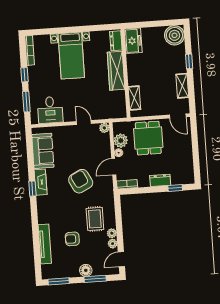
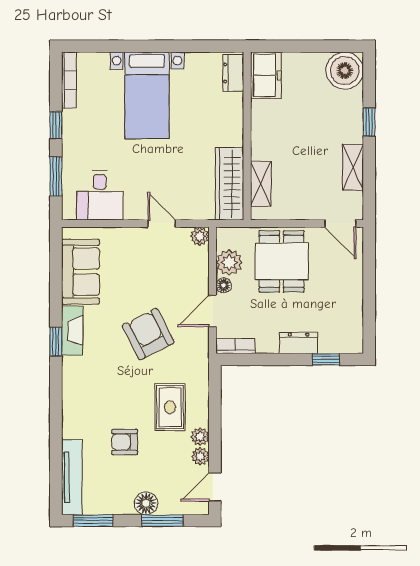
wardrobe: (116, 71) -> (230, 184), moved
tv unit: (45, 244) -> (72, 477), moved

